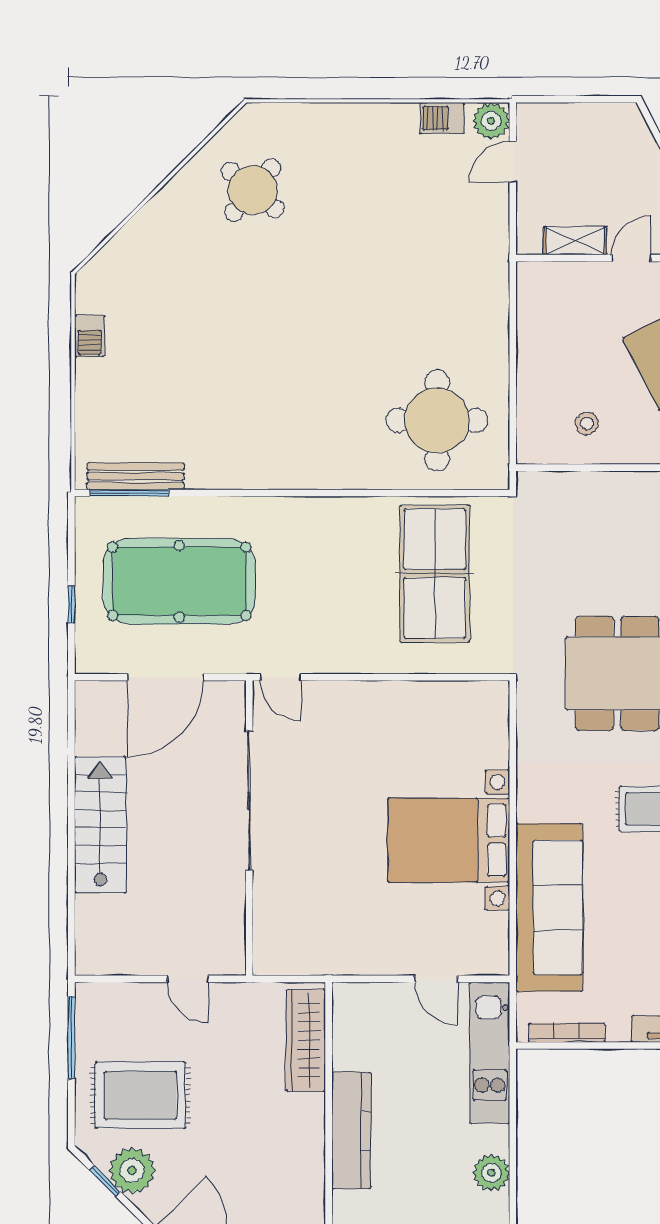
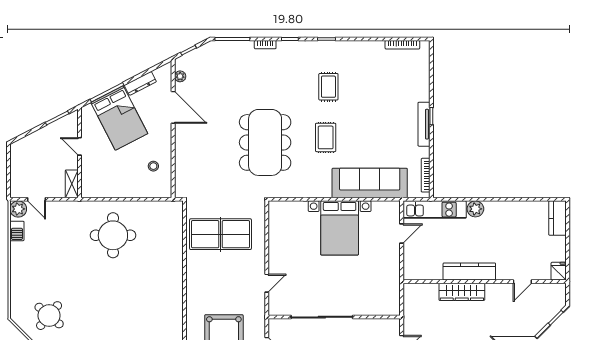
shelving: (575, 241) -> (72, 184), moved
round table: (437, 420) -> (113, 235), moved
door: (280, 677) -> (267, 283), moved
wardrobe: (306, 1040) -> (462, 292), moved
plant: (491, 1173) -> (475, 209), moved

